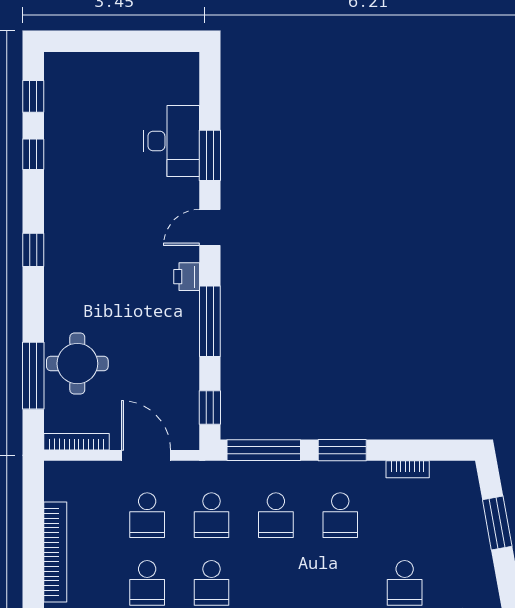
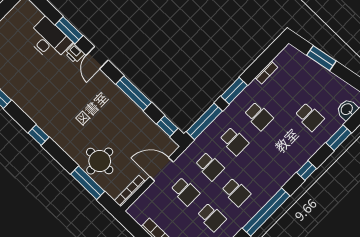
printer: (187, 277) -> (75, 53), moved

